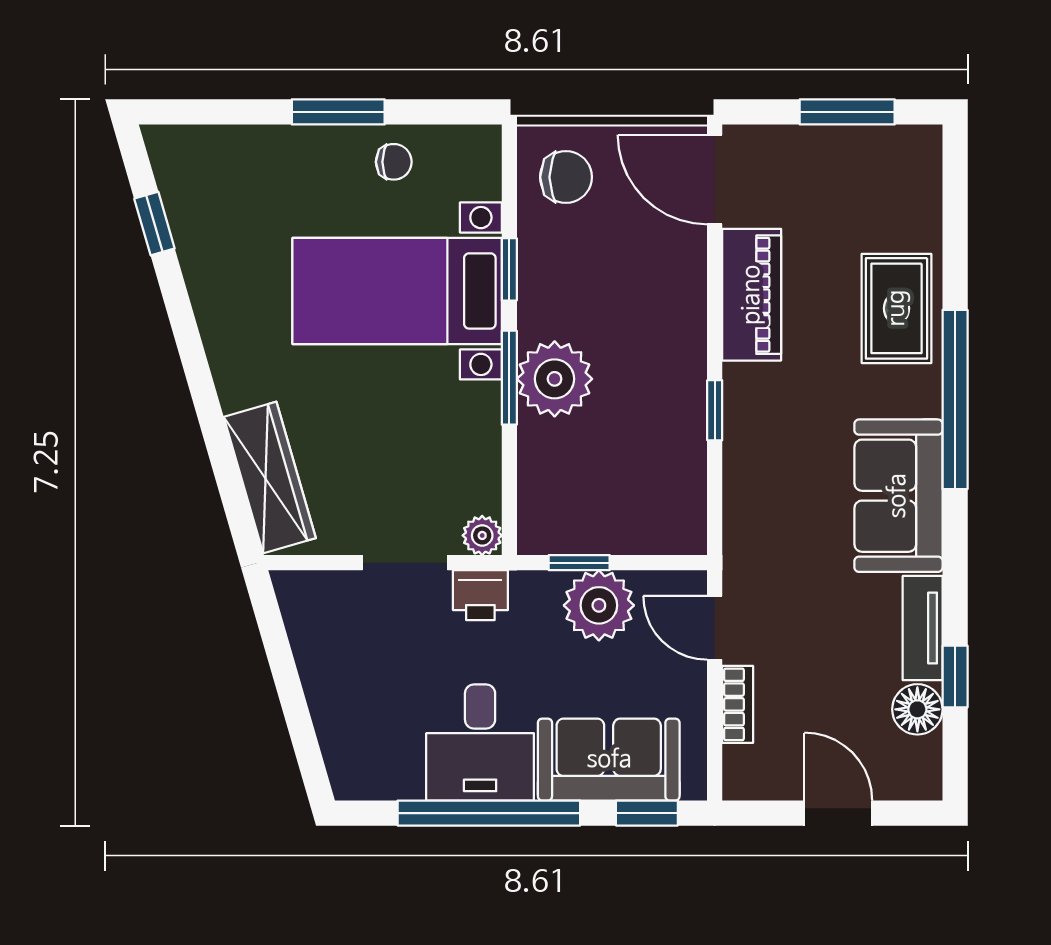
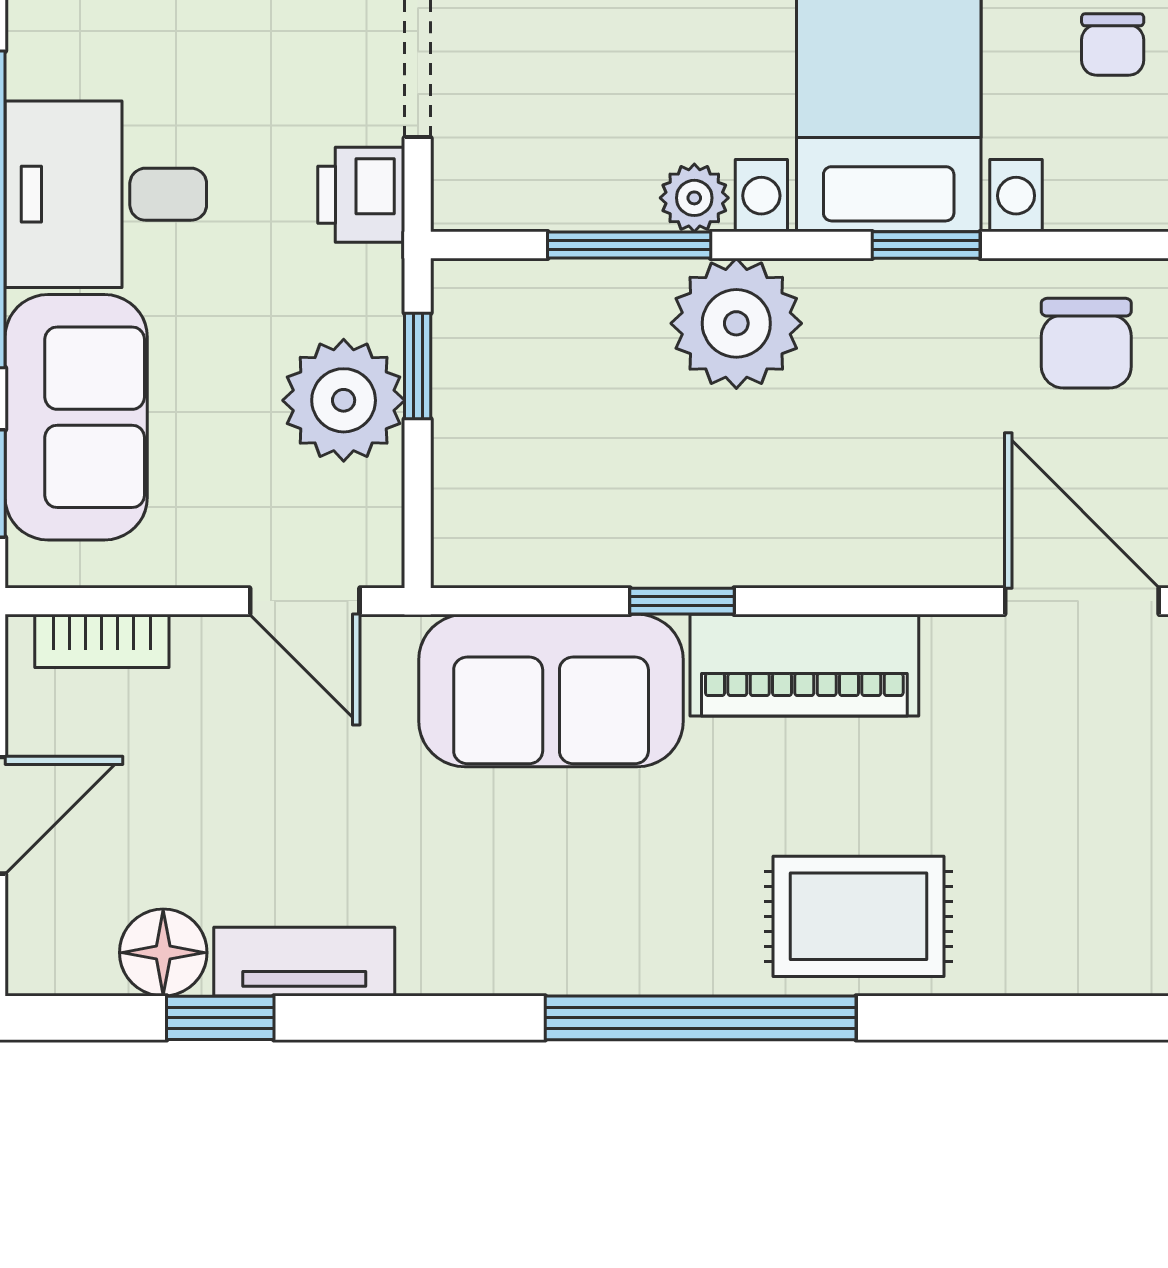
door: (715, 180) -> (1082, 601), hinge flipped
piano: (752, 295) -> (804, 665), moved
window: (509, 378) -> (629, 245), moved
sofa: (898, 496) -> (551, 690), moved, turned 180
plant: (482, 535) -> (694, 198), moved
door: (715, 628) -> (305, 601), swing flipped
bookcase: (738, 704) -> (102, 641), moved

